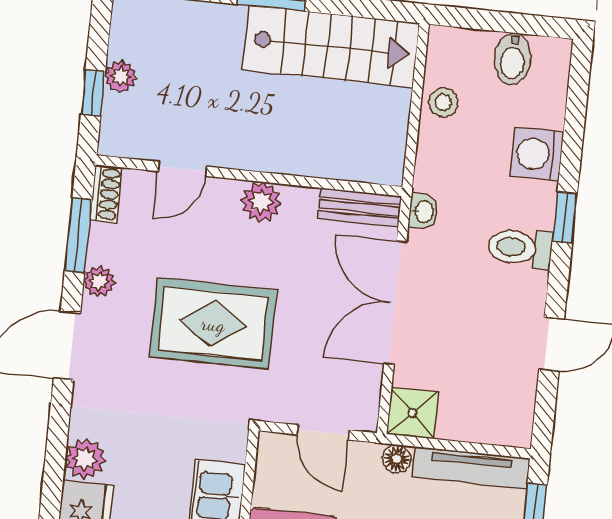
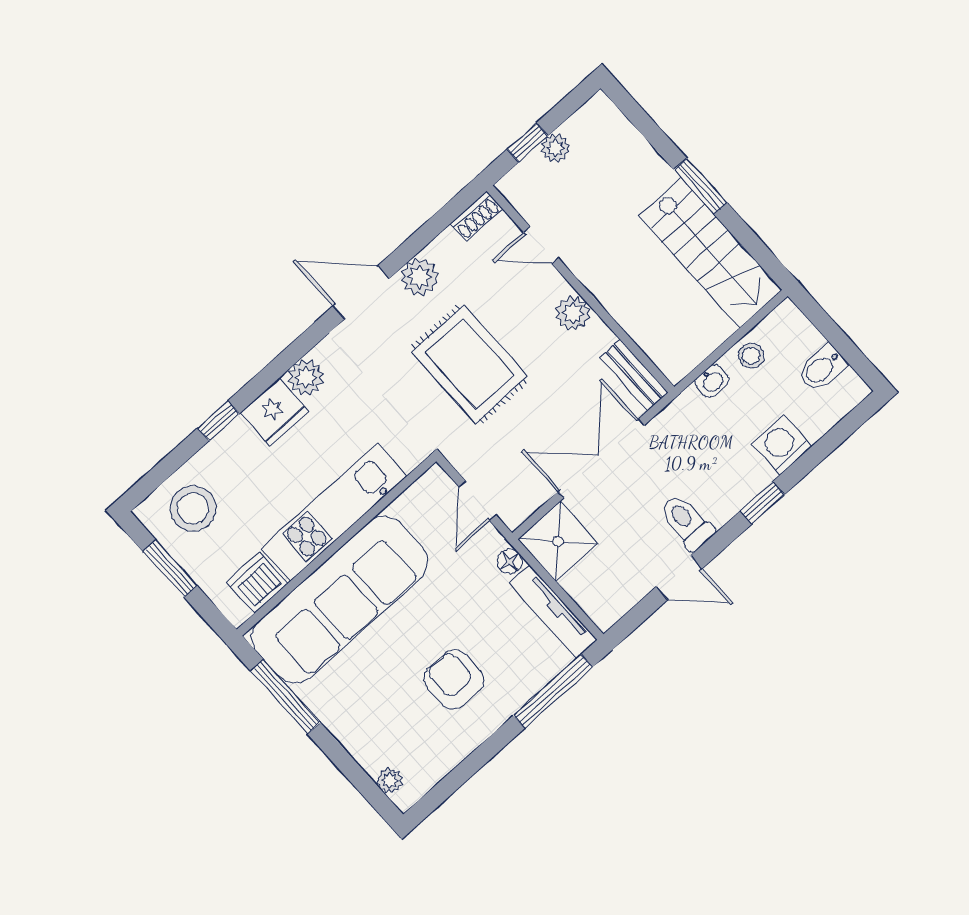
washbasin: (423, 212) -> (712, 381), moved
window: (78, 235) -> (434, 227), removed
toilet: (520, 248) -> (687, 522), moved
plant: (99, 282) -> (420, 277), width x1.38, depth x1.38
shower: (412, 413) -> (558, 541), width x1.36, depth x1.36

